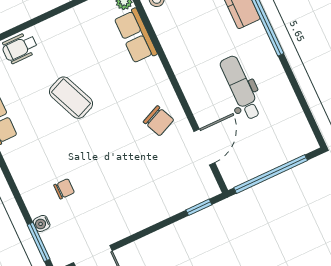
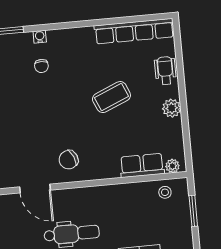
plant: (59, 26) -> (172, 108), added
water cooler: (42, 223) -> (40, 37), moved

